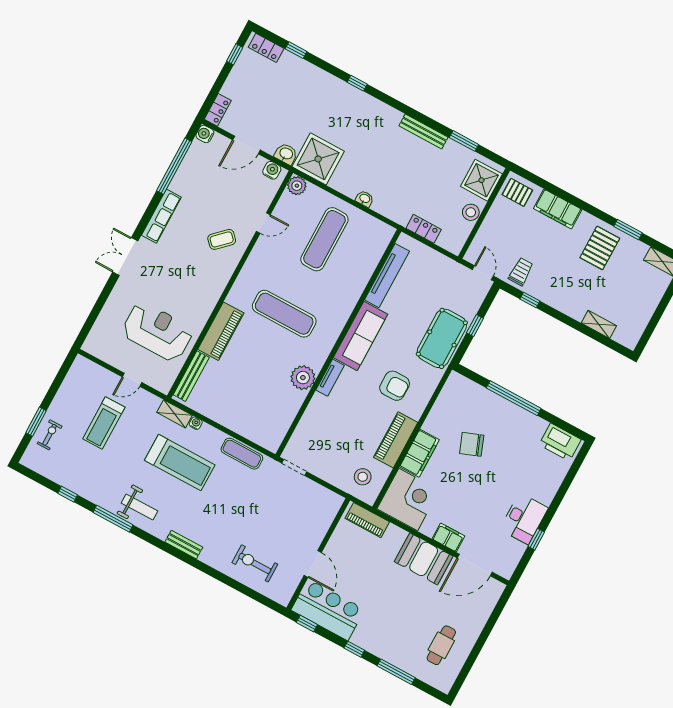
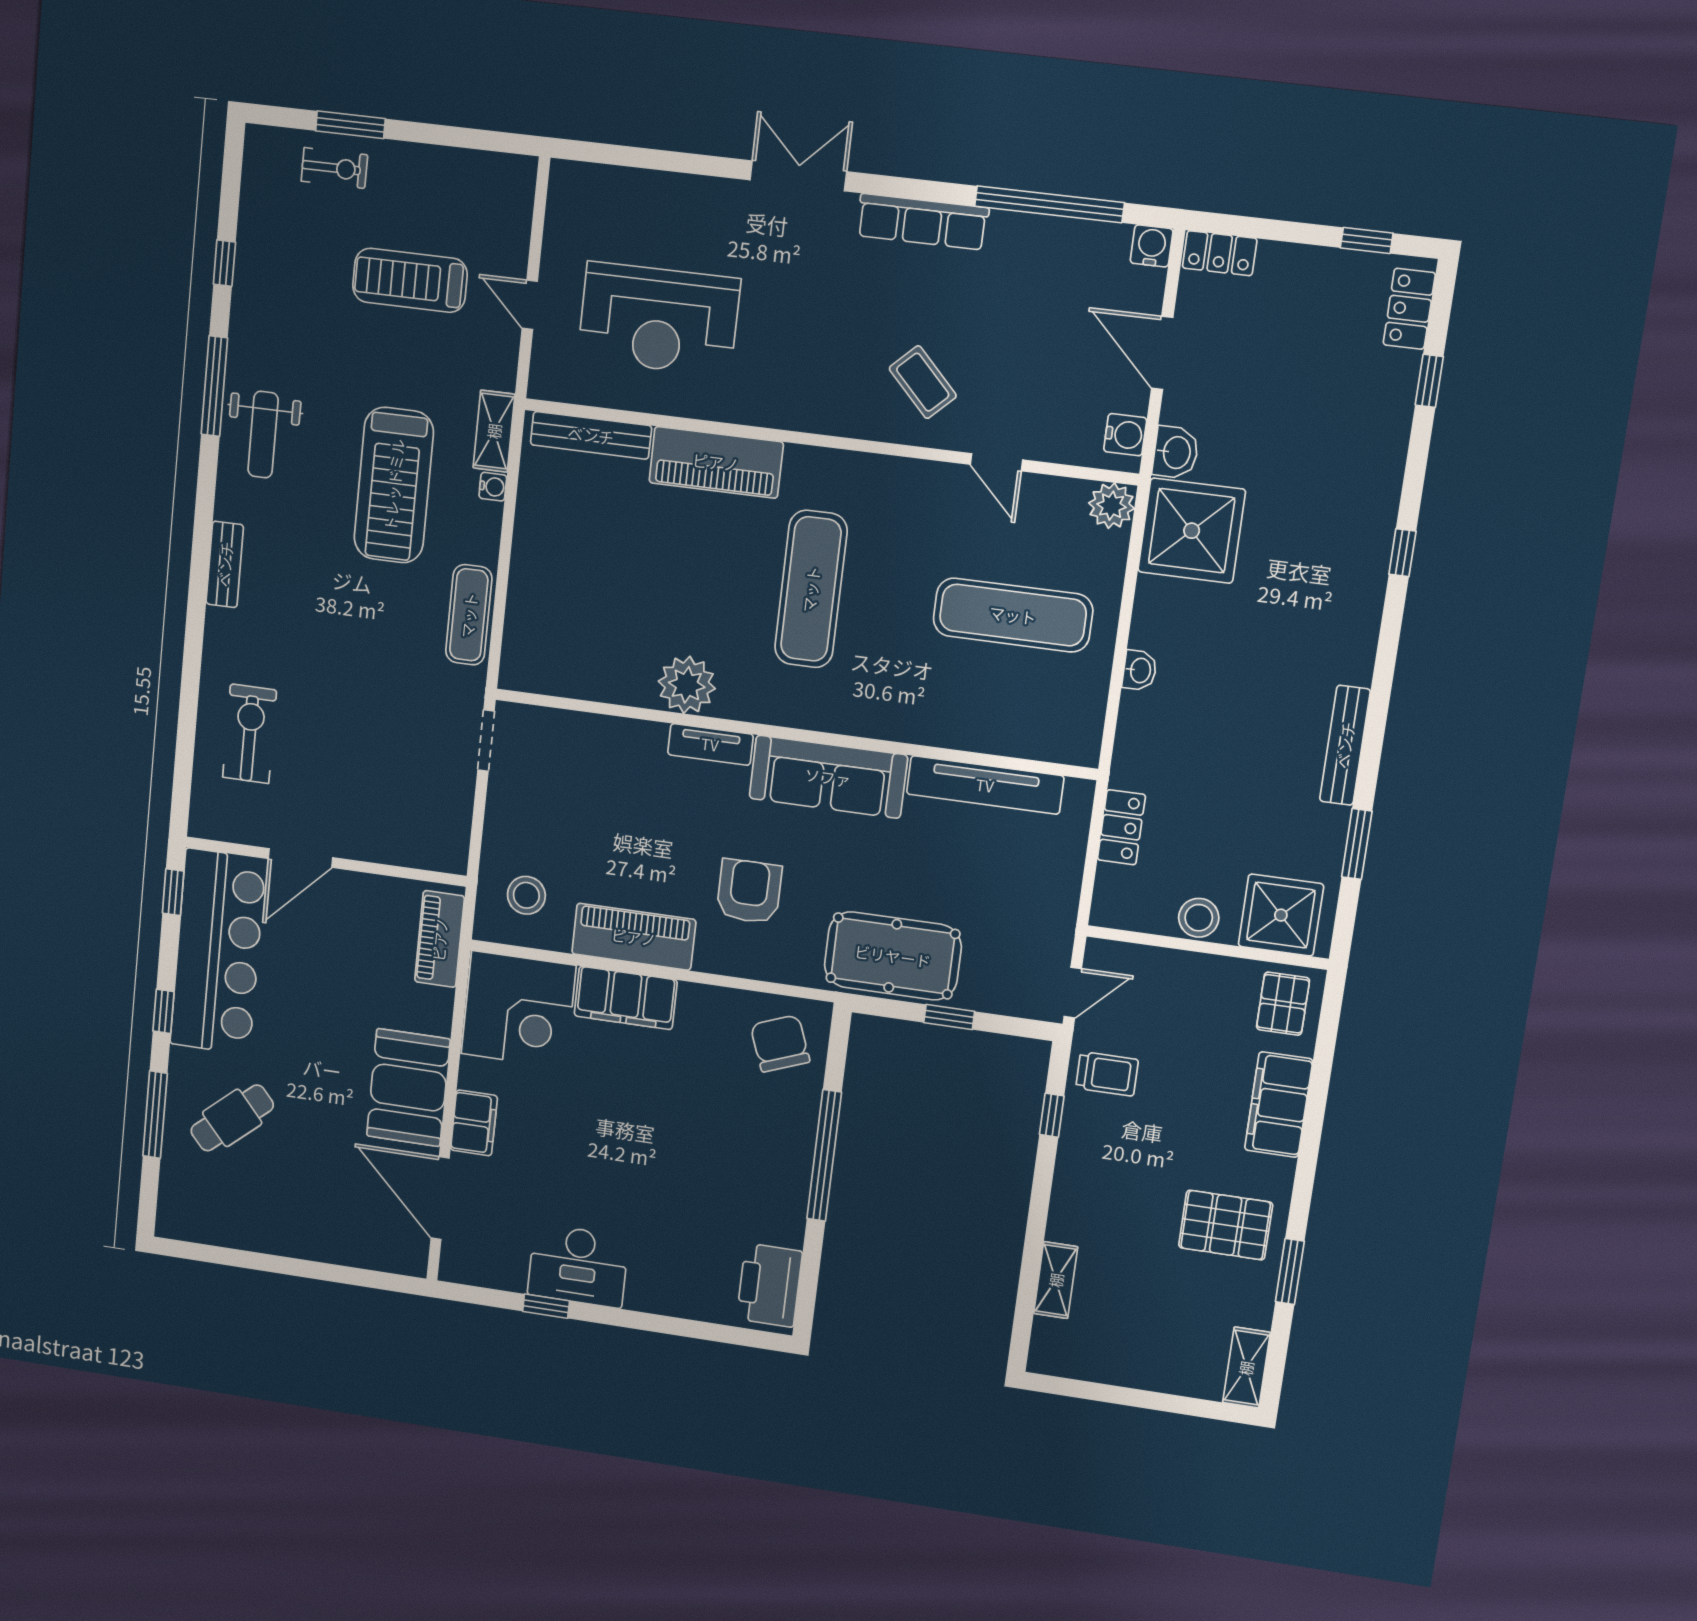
reception desk: (157, 332) -> (659, 319), turned 90
armchair: (395, 386) -> (749, 891), turned 180
chair: (472, 444) -> (780, 1043), moved
bar counter: (328, 610) -> (218, 952), width x1.36
cafe table: (441, 645) -> (232, 1118), moved, turned -41

